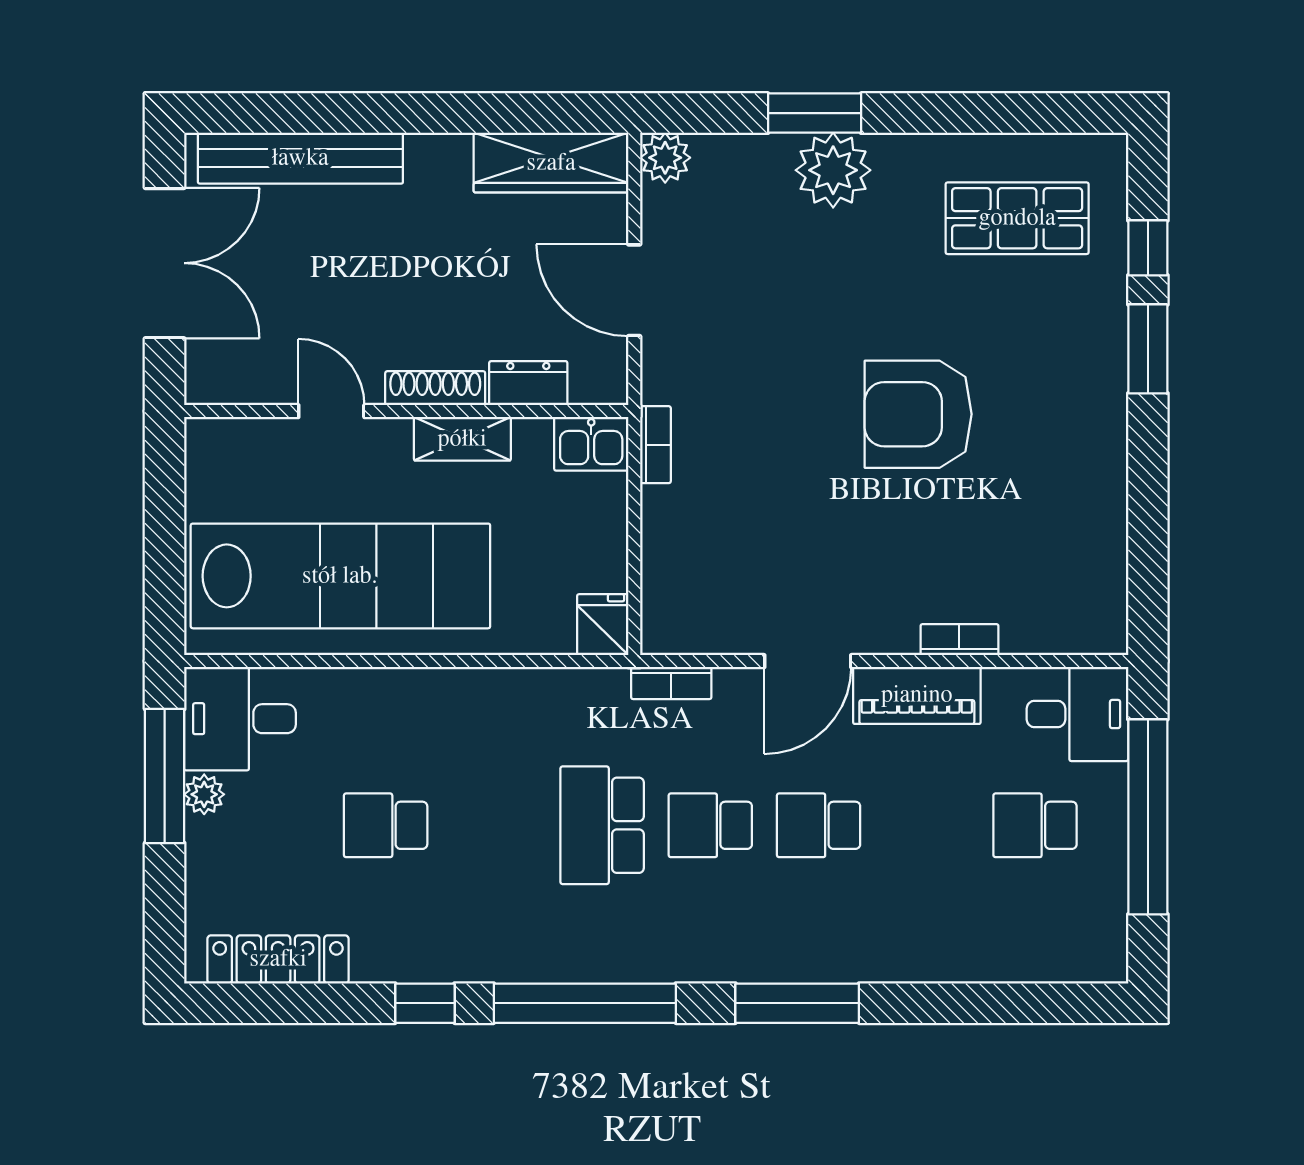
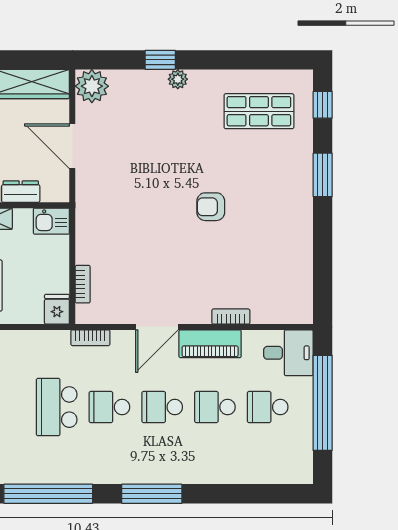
window: (815, 113) -> (160, 60), width x0.67
plant: (665, 158) -> (92, 86), width x1.36, depth x1.36
plant: (833, 170) -> (178, 79), width x0.53, depth x0.53
window: (1148, 248) -> (323, 105), moved
armchair: (918, 414) -> (211, 207), width x0.53, depth x0.53
bookcase: (655, 445) -> (83, 284), moved
school desk: (927, 825) -> (215, 407), added

